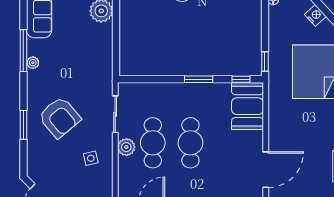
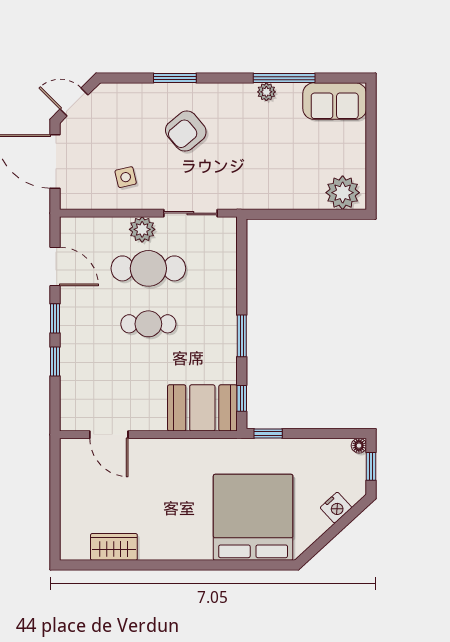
armchair: (59, 117) -> (186, 131), width x0.73, depth x0.73
cafe table: (190, 143) -> (148, 324), width x0.73, depth x0.74
door: (266, 170) -> (109, 435), width x0.73

